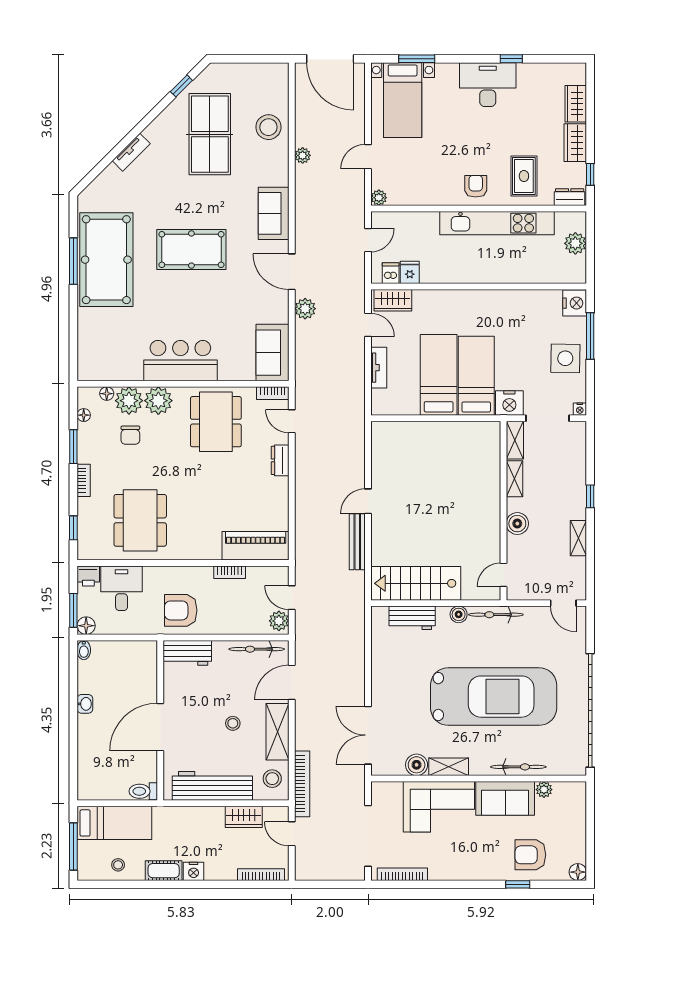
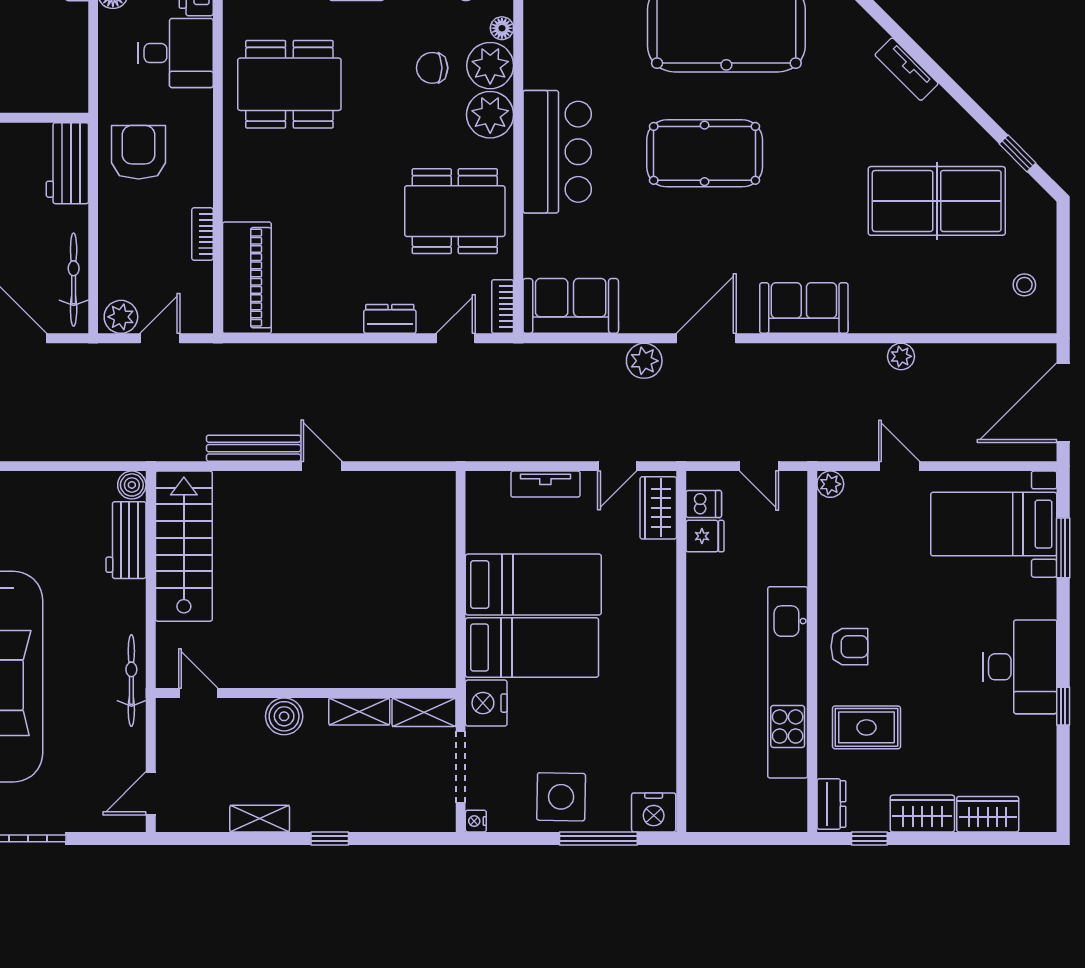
stool: (268, 127) -> (1024, 285), moved, width x0.53, depth x0.53
plant: (575, 243) -> (754, 814), removed
pool table: (191, 250) -> (705, 153), moved, turned 90
boiler: (459, 614) -> (132, 485), moved

